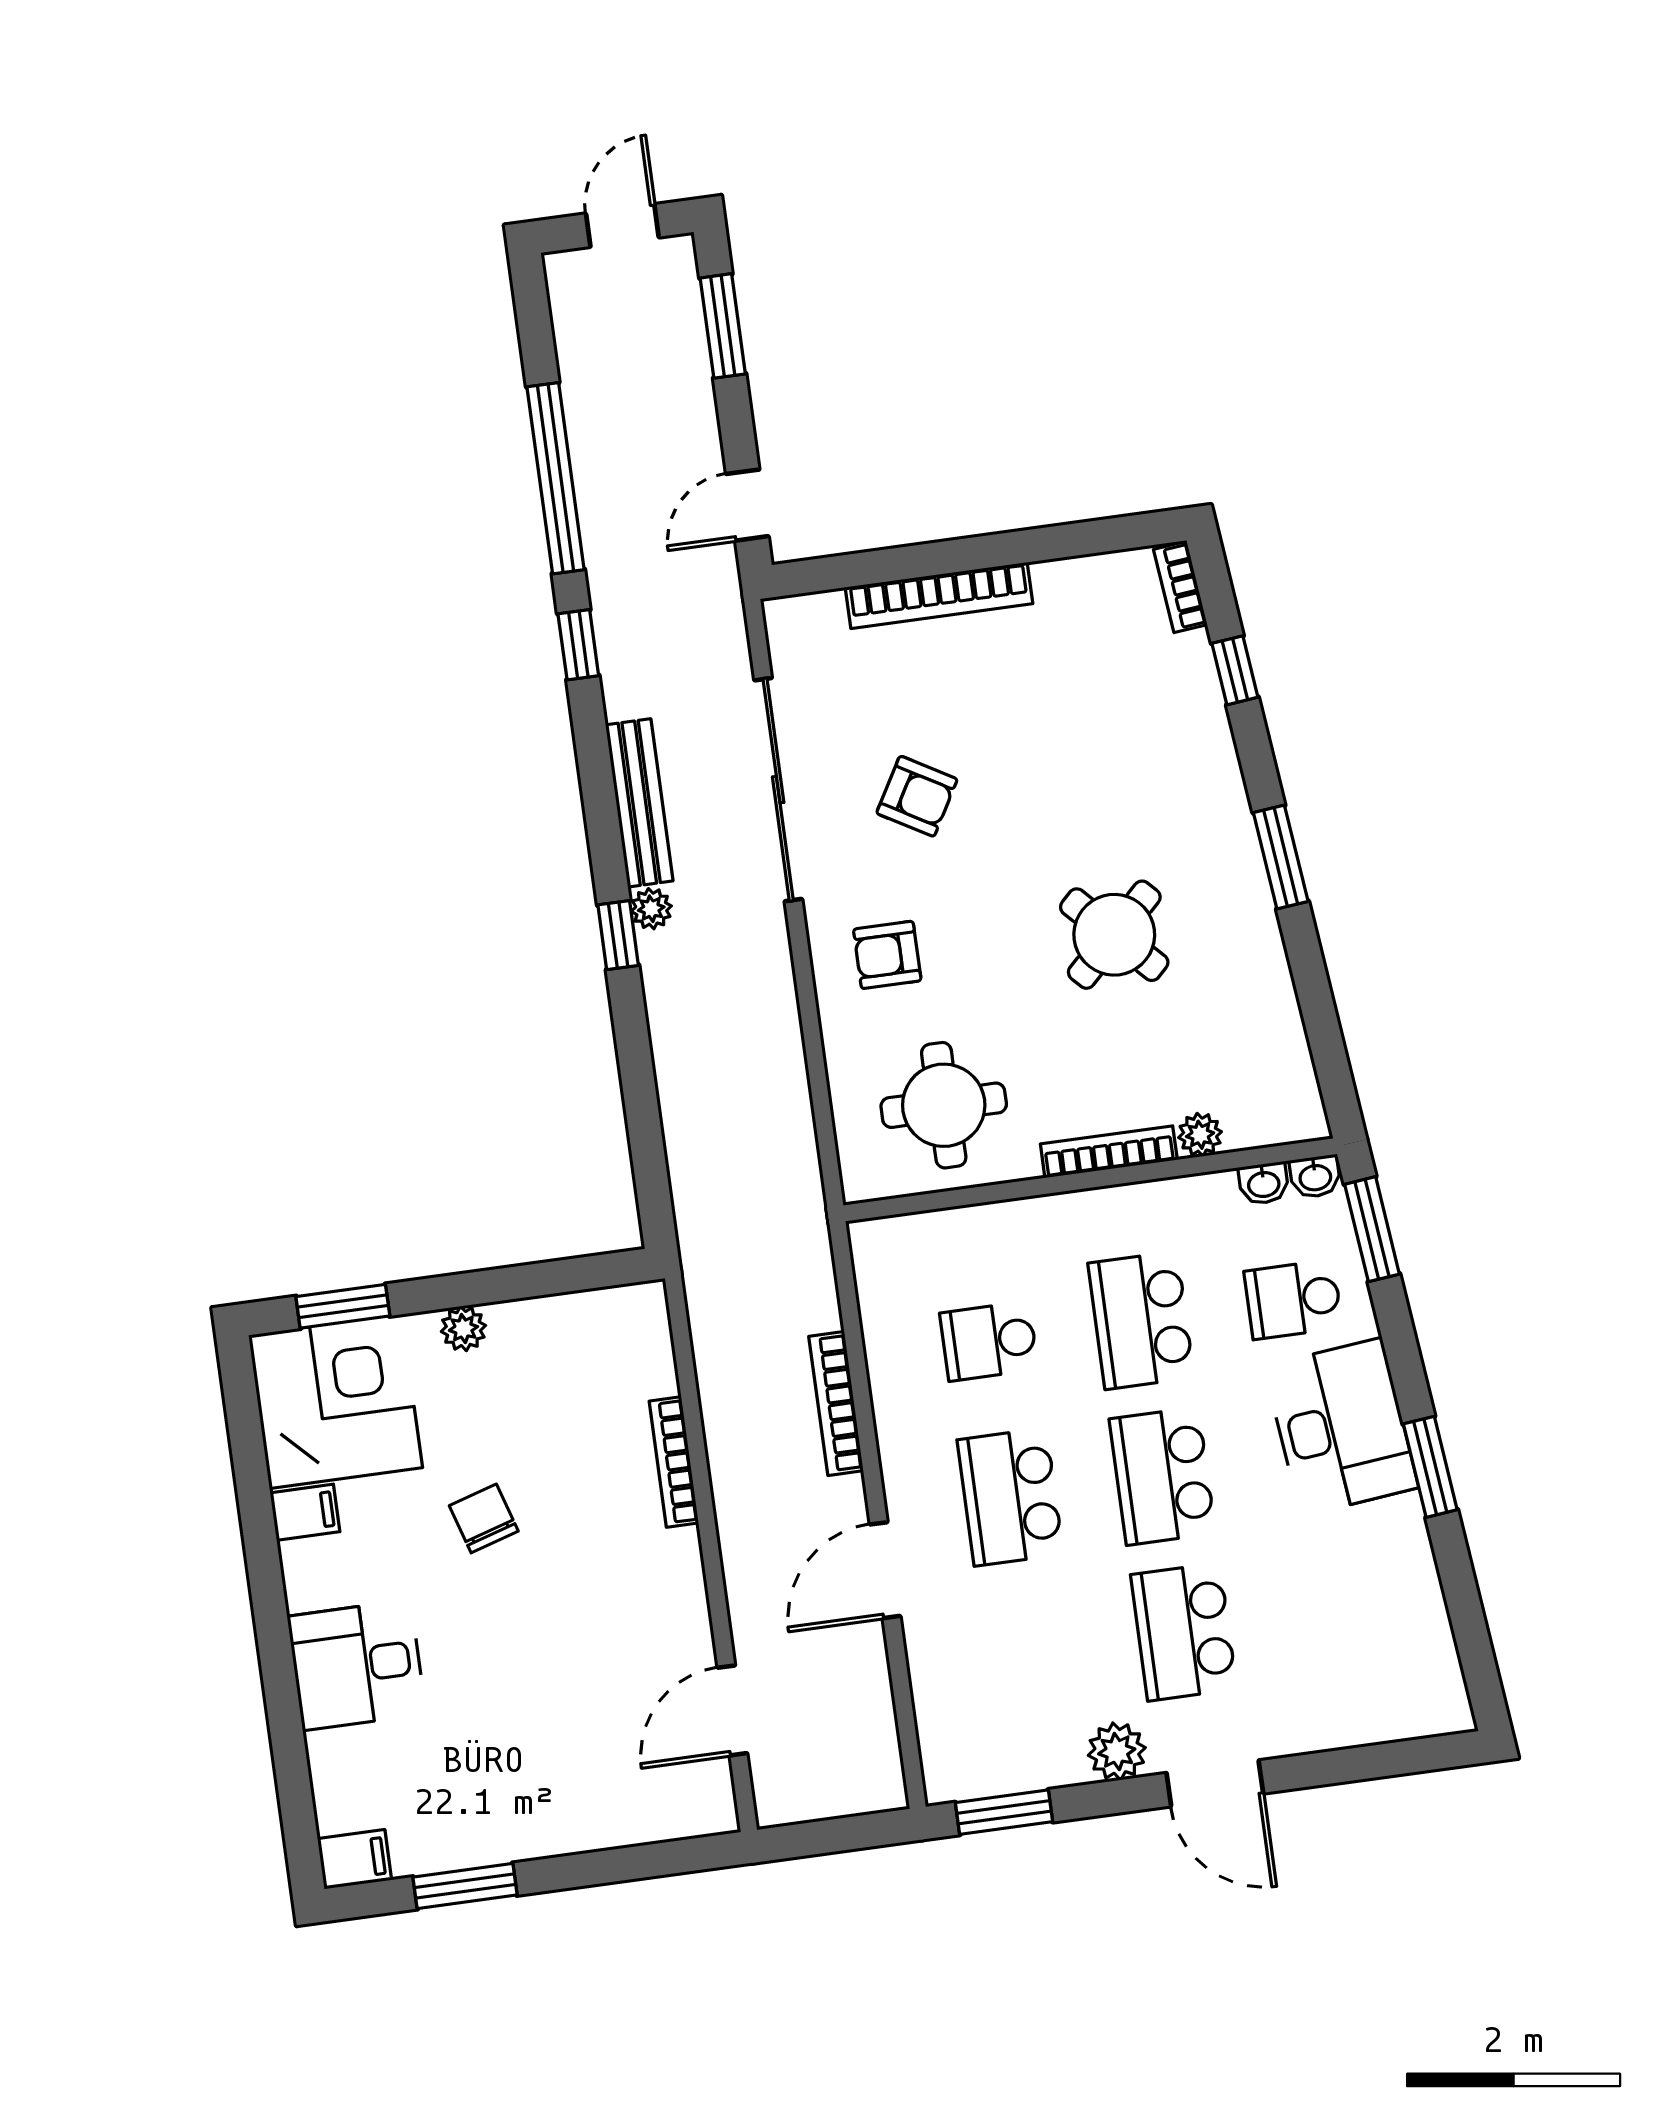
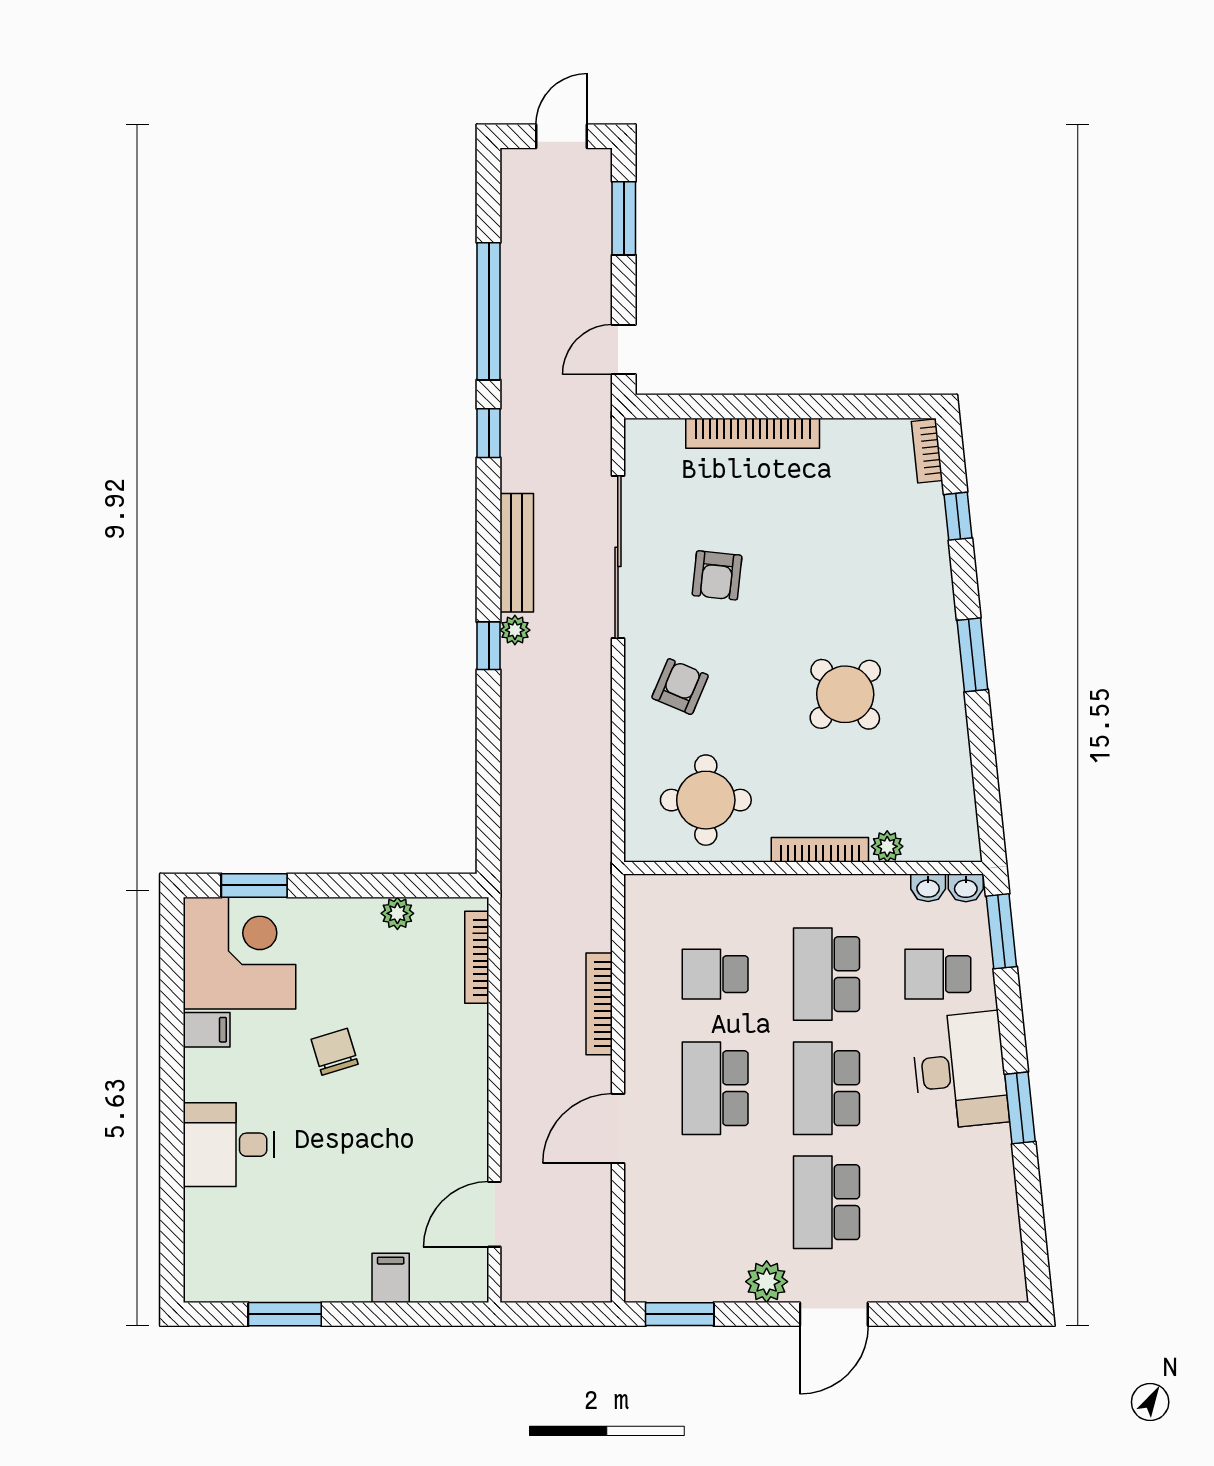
armchair: (917, 796) -> (717, 575), turned 66
armchair: (887, 955) -> (680, 687), turned 113
plant: (463, 1329) -> (397, 913), moved
bookcase: (674, 1462) -> (477, 957), moved
door: (1215, 1783) -> (834, 1314), hinge flipped
filing cabinet: (355, 1859) -> (391, 1278), moved, turned -90

